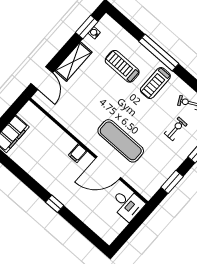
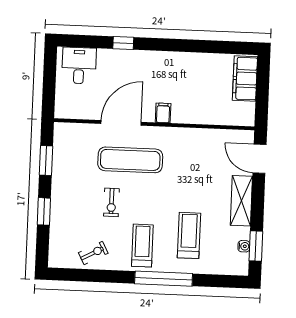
treadmill: (122, 66) -> (189, 235), turned -90
exercise bike: (176, 129) -> (111, 202), moved
window: (55, 204) -> (123, 43), moved
desk: (127, 204) -> (79, 65), moved, turned 90

